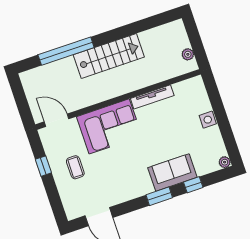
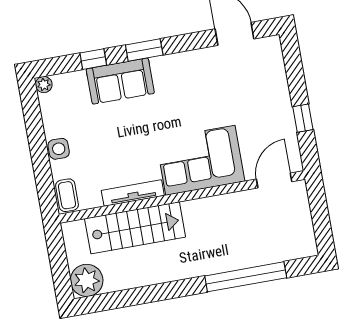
plant: (188, 54) -> (87, 280), moved, width x1.88, depth x1.88
stairs: (109, 56) -> (135, 228), moved, turned 180
door: (57, 120) -> (274, 180), swing flipped
coffee table: (75, 167) -> (67, 195), moved

